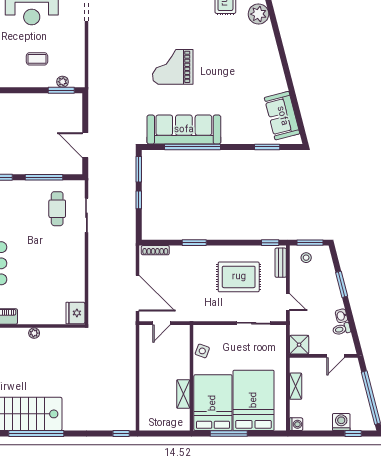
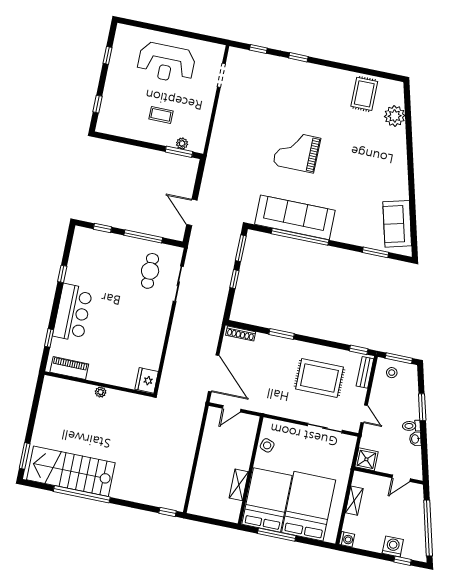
toilet: (342, 329) -> (411, 426), moved

